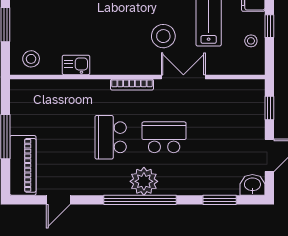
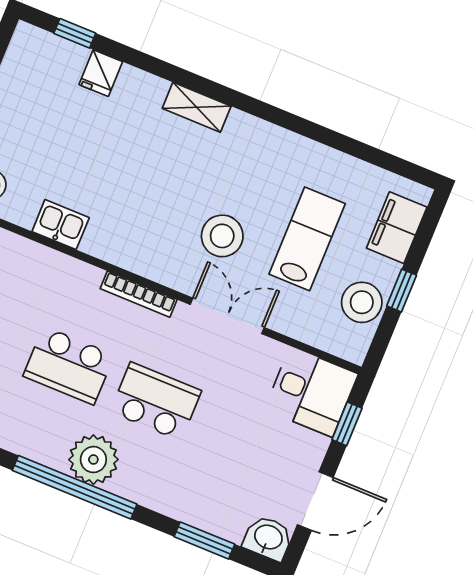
stool: (251, 41) -> (362, 302), width x1.89, depth x1.89
desk: (244, 99) -> (311, 392), added
school desk: (111, 137) -> (69, 366), turned -90

